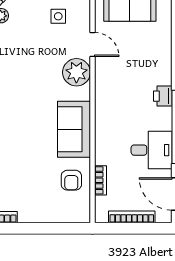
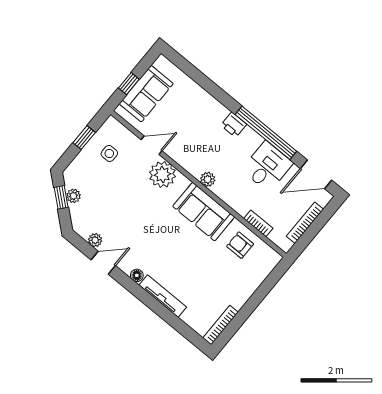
plant: (102, 111) -> (208, 179), added
armchair: (71, 180) -> (240, 245), turned 180

